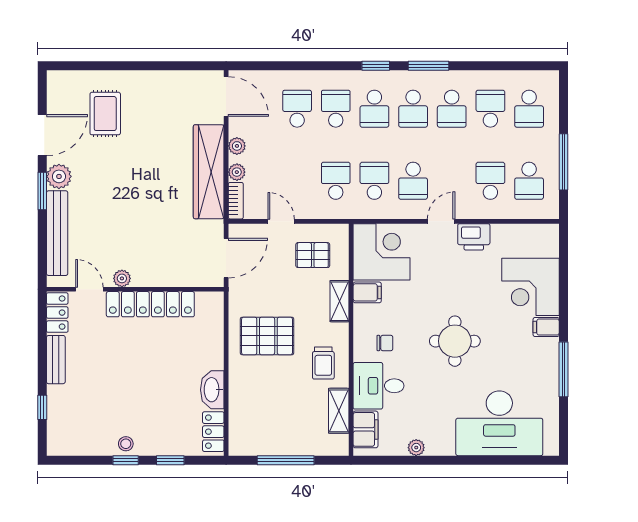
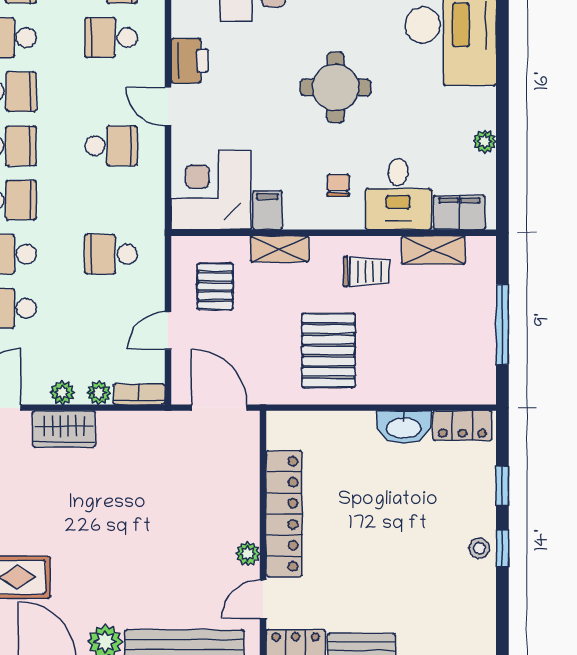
wardrobe: (209, 172) -> (64, 429), width x0.48, depth x0.85
school desk: (374, 181) -> (111, 200), removed

